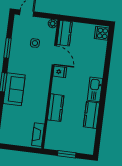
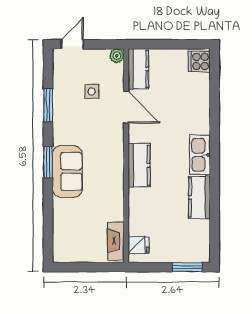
fridge: (60, 72) -> (138, 245), moved
kitchen counter: (56, 108) -> (139, 165), moved
window: (67, 154) -> (187, 267), moved

